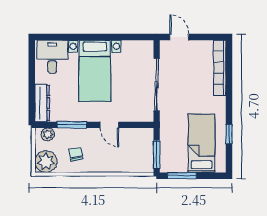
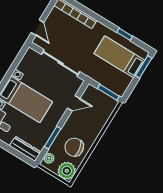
door: (179, 37) -> (38, 28), swing flipped
door: (109, 125) -> (74, 103), moved
chair: (76, 154) -> (74, 147), width x1.87, depth x1.87
window: (182, 176) -> (144, 67), moved

